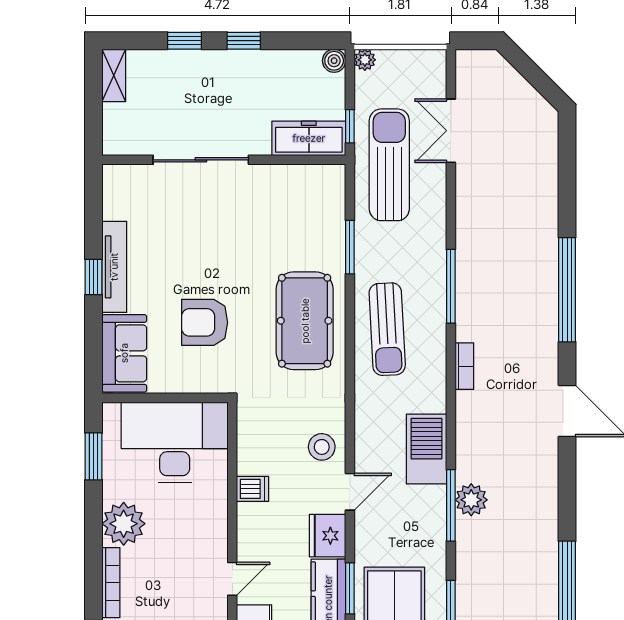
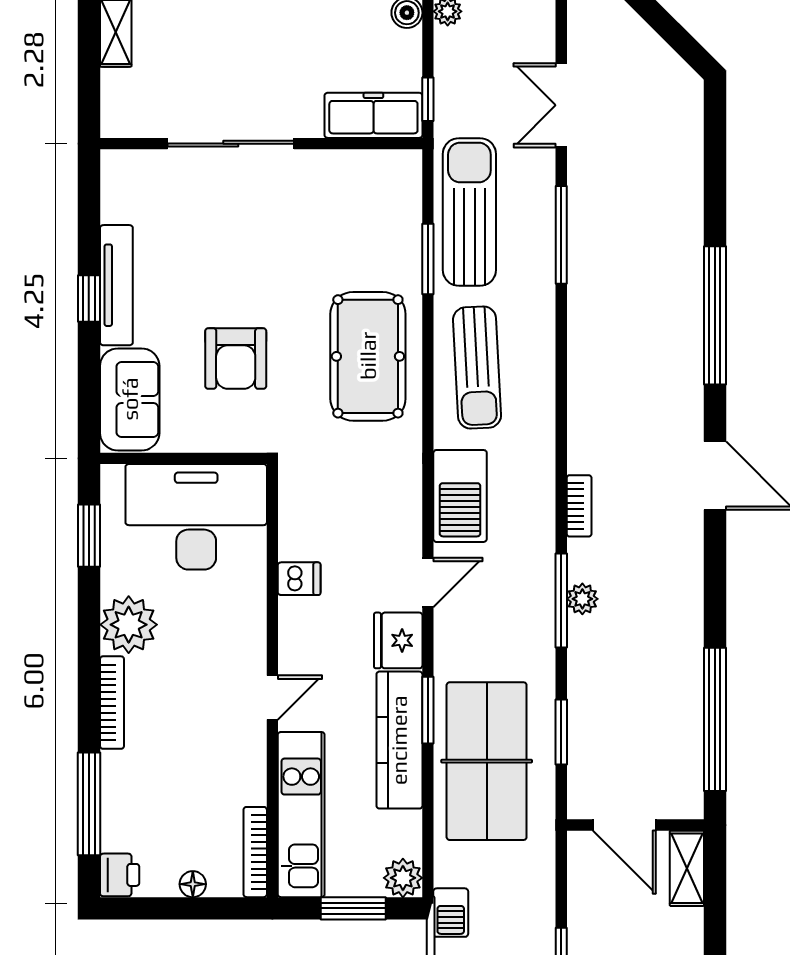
sun lounger: (389, 165) -> (469, 212), moved
window: (451, 286) -> (561, 235), moved
armchair: (205, 322) -> (236, 359), turned -90
bookcase: (464, 366) -> (579, 506), moved
stool: (322, 447) -> (391, 523), removed
barbecue: (426, 449) -> (460, 496), moved, turned 180
plant: (471, 500) -> (582, 599), width x0.73, depth x0.73

